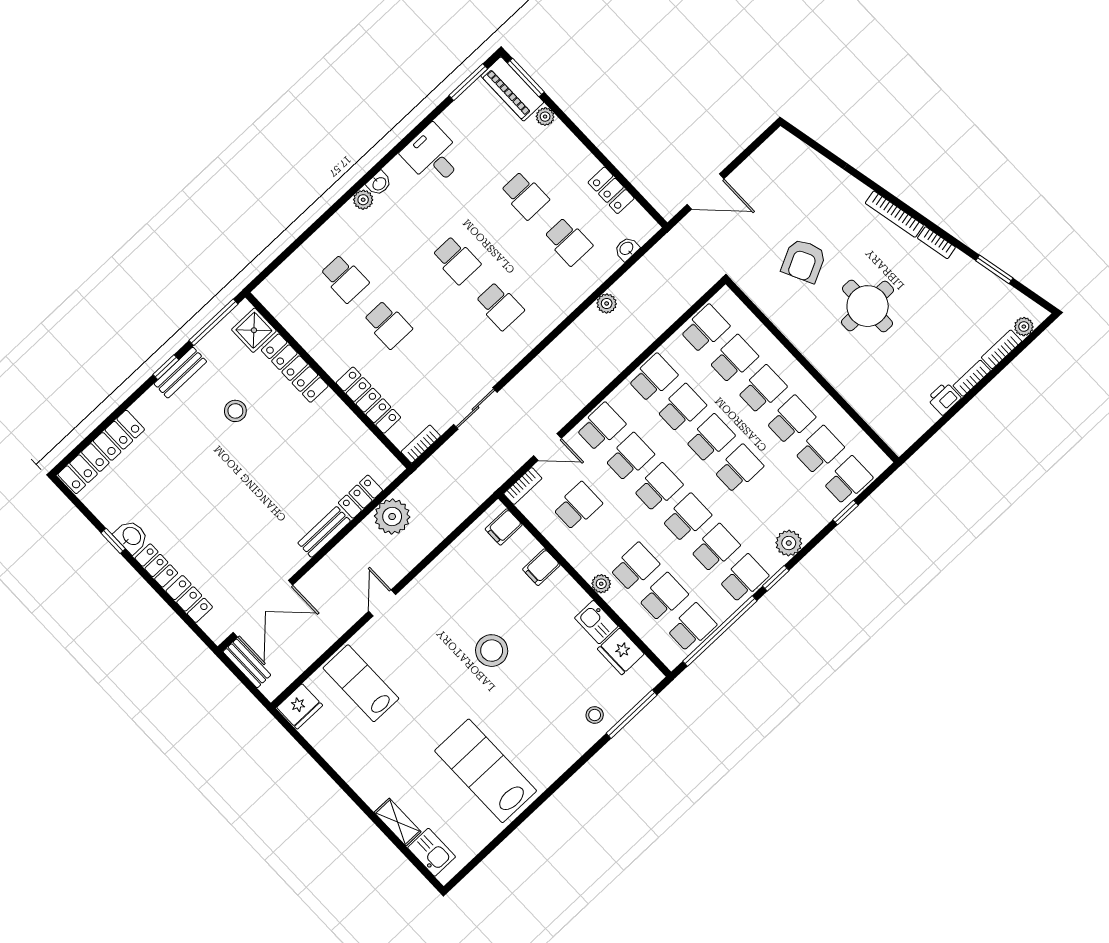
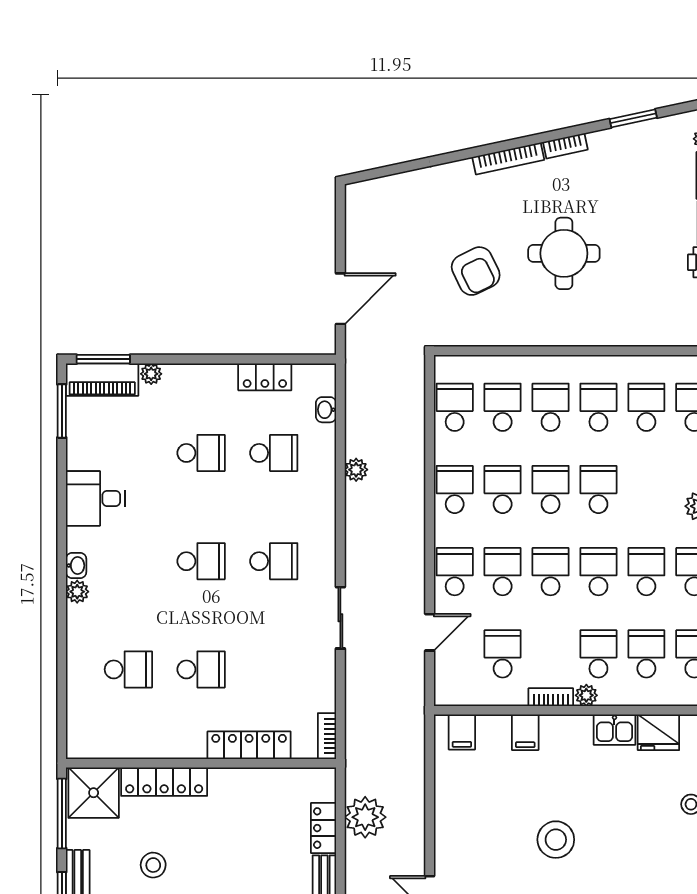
shower: (254, 330) -> (94, 793), width x1.36, depth x1.36
sliding door: (475, 408) -> (340, 618), moved
bookcase: (523, 486) -> (551, 697), moved, turned -90

